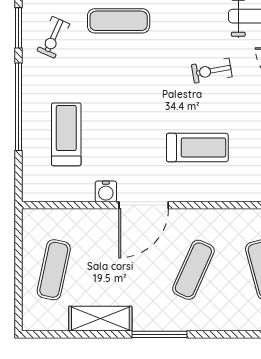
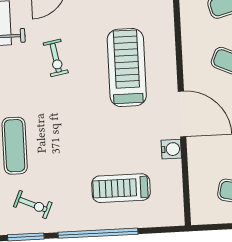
treadmill: (197, 147) -> (127, 68), width x1.37, depth x1.38

